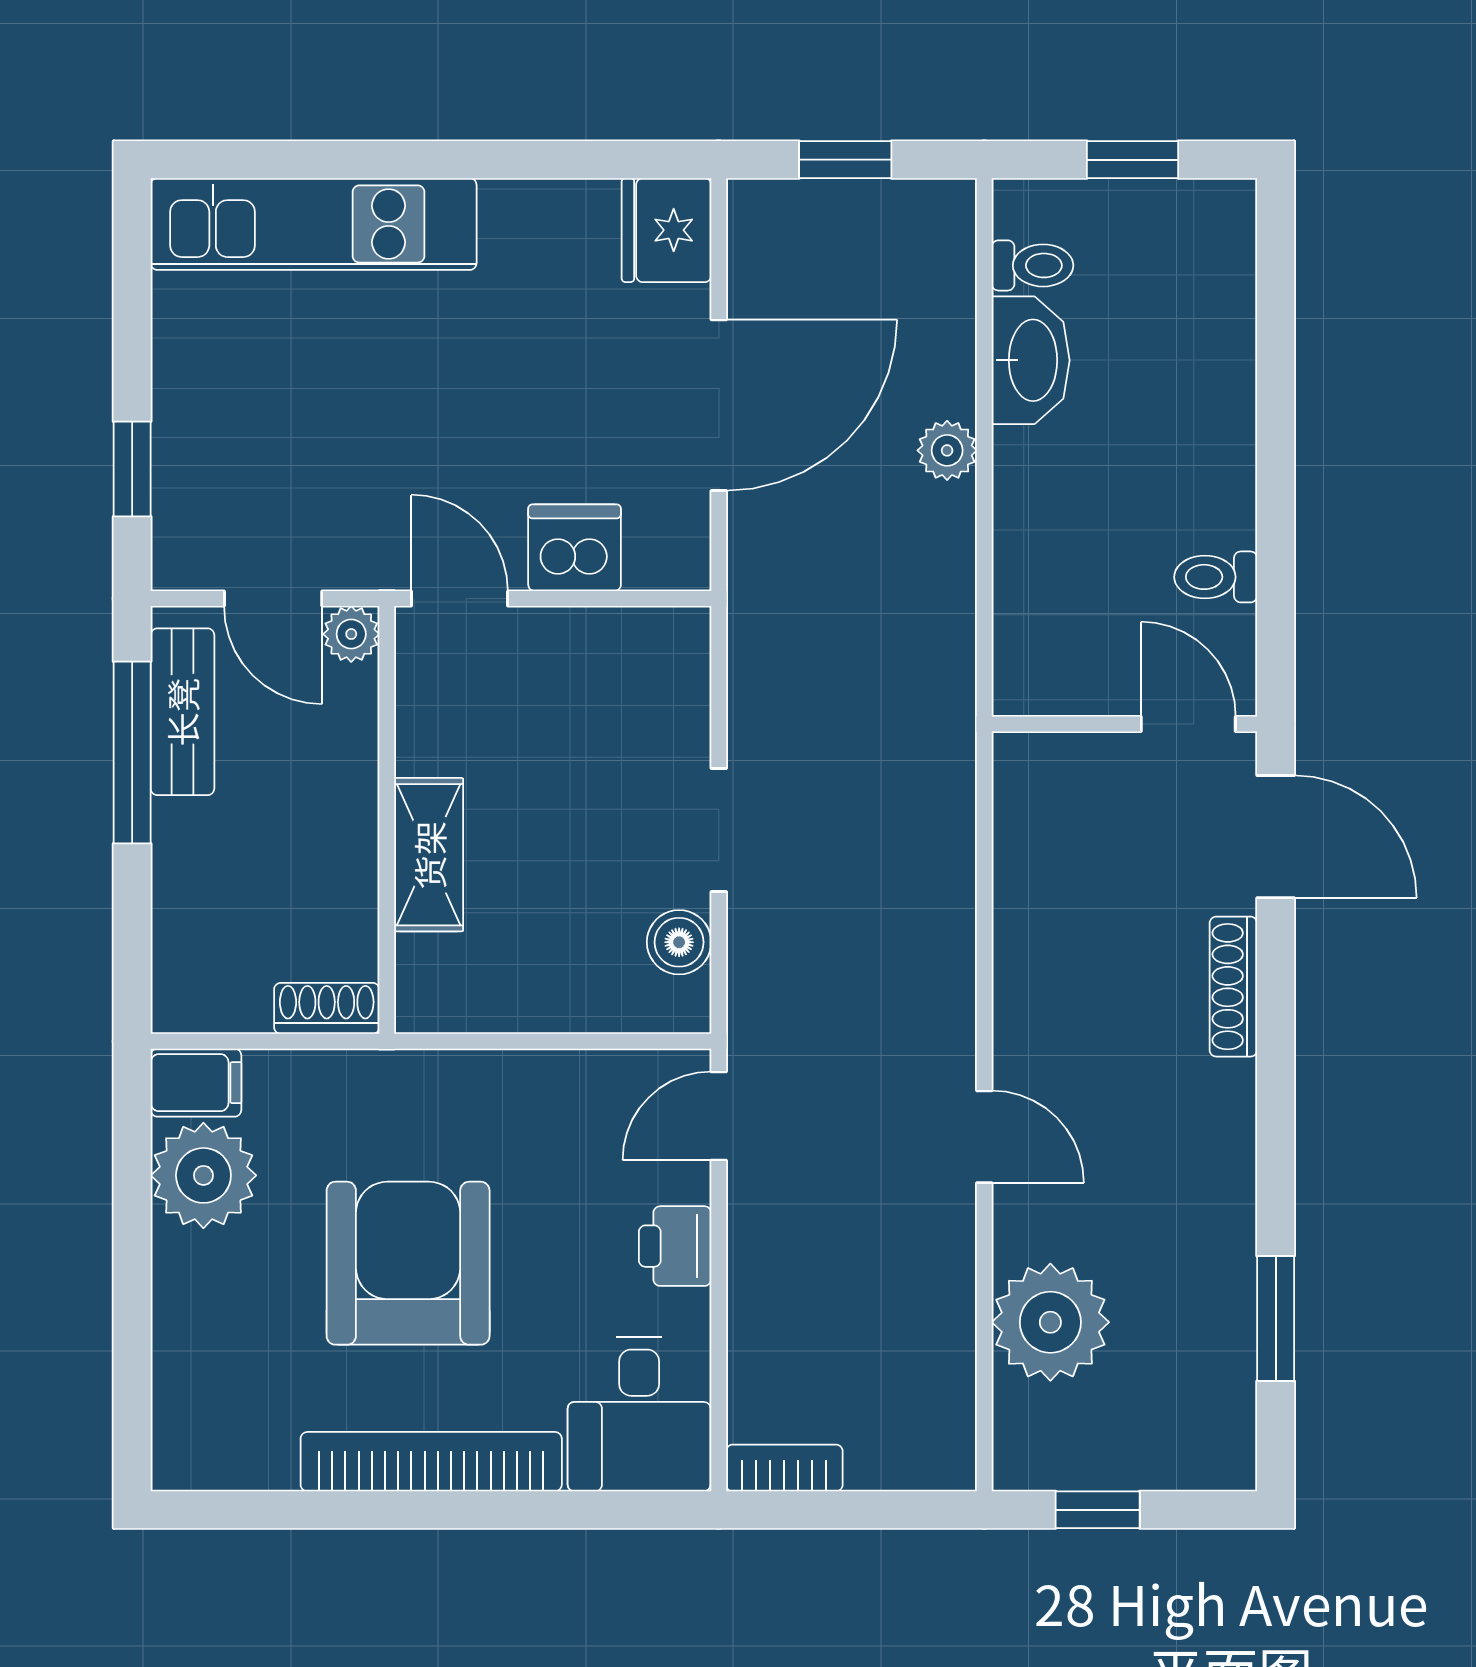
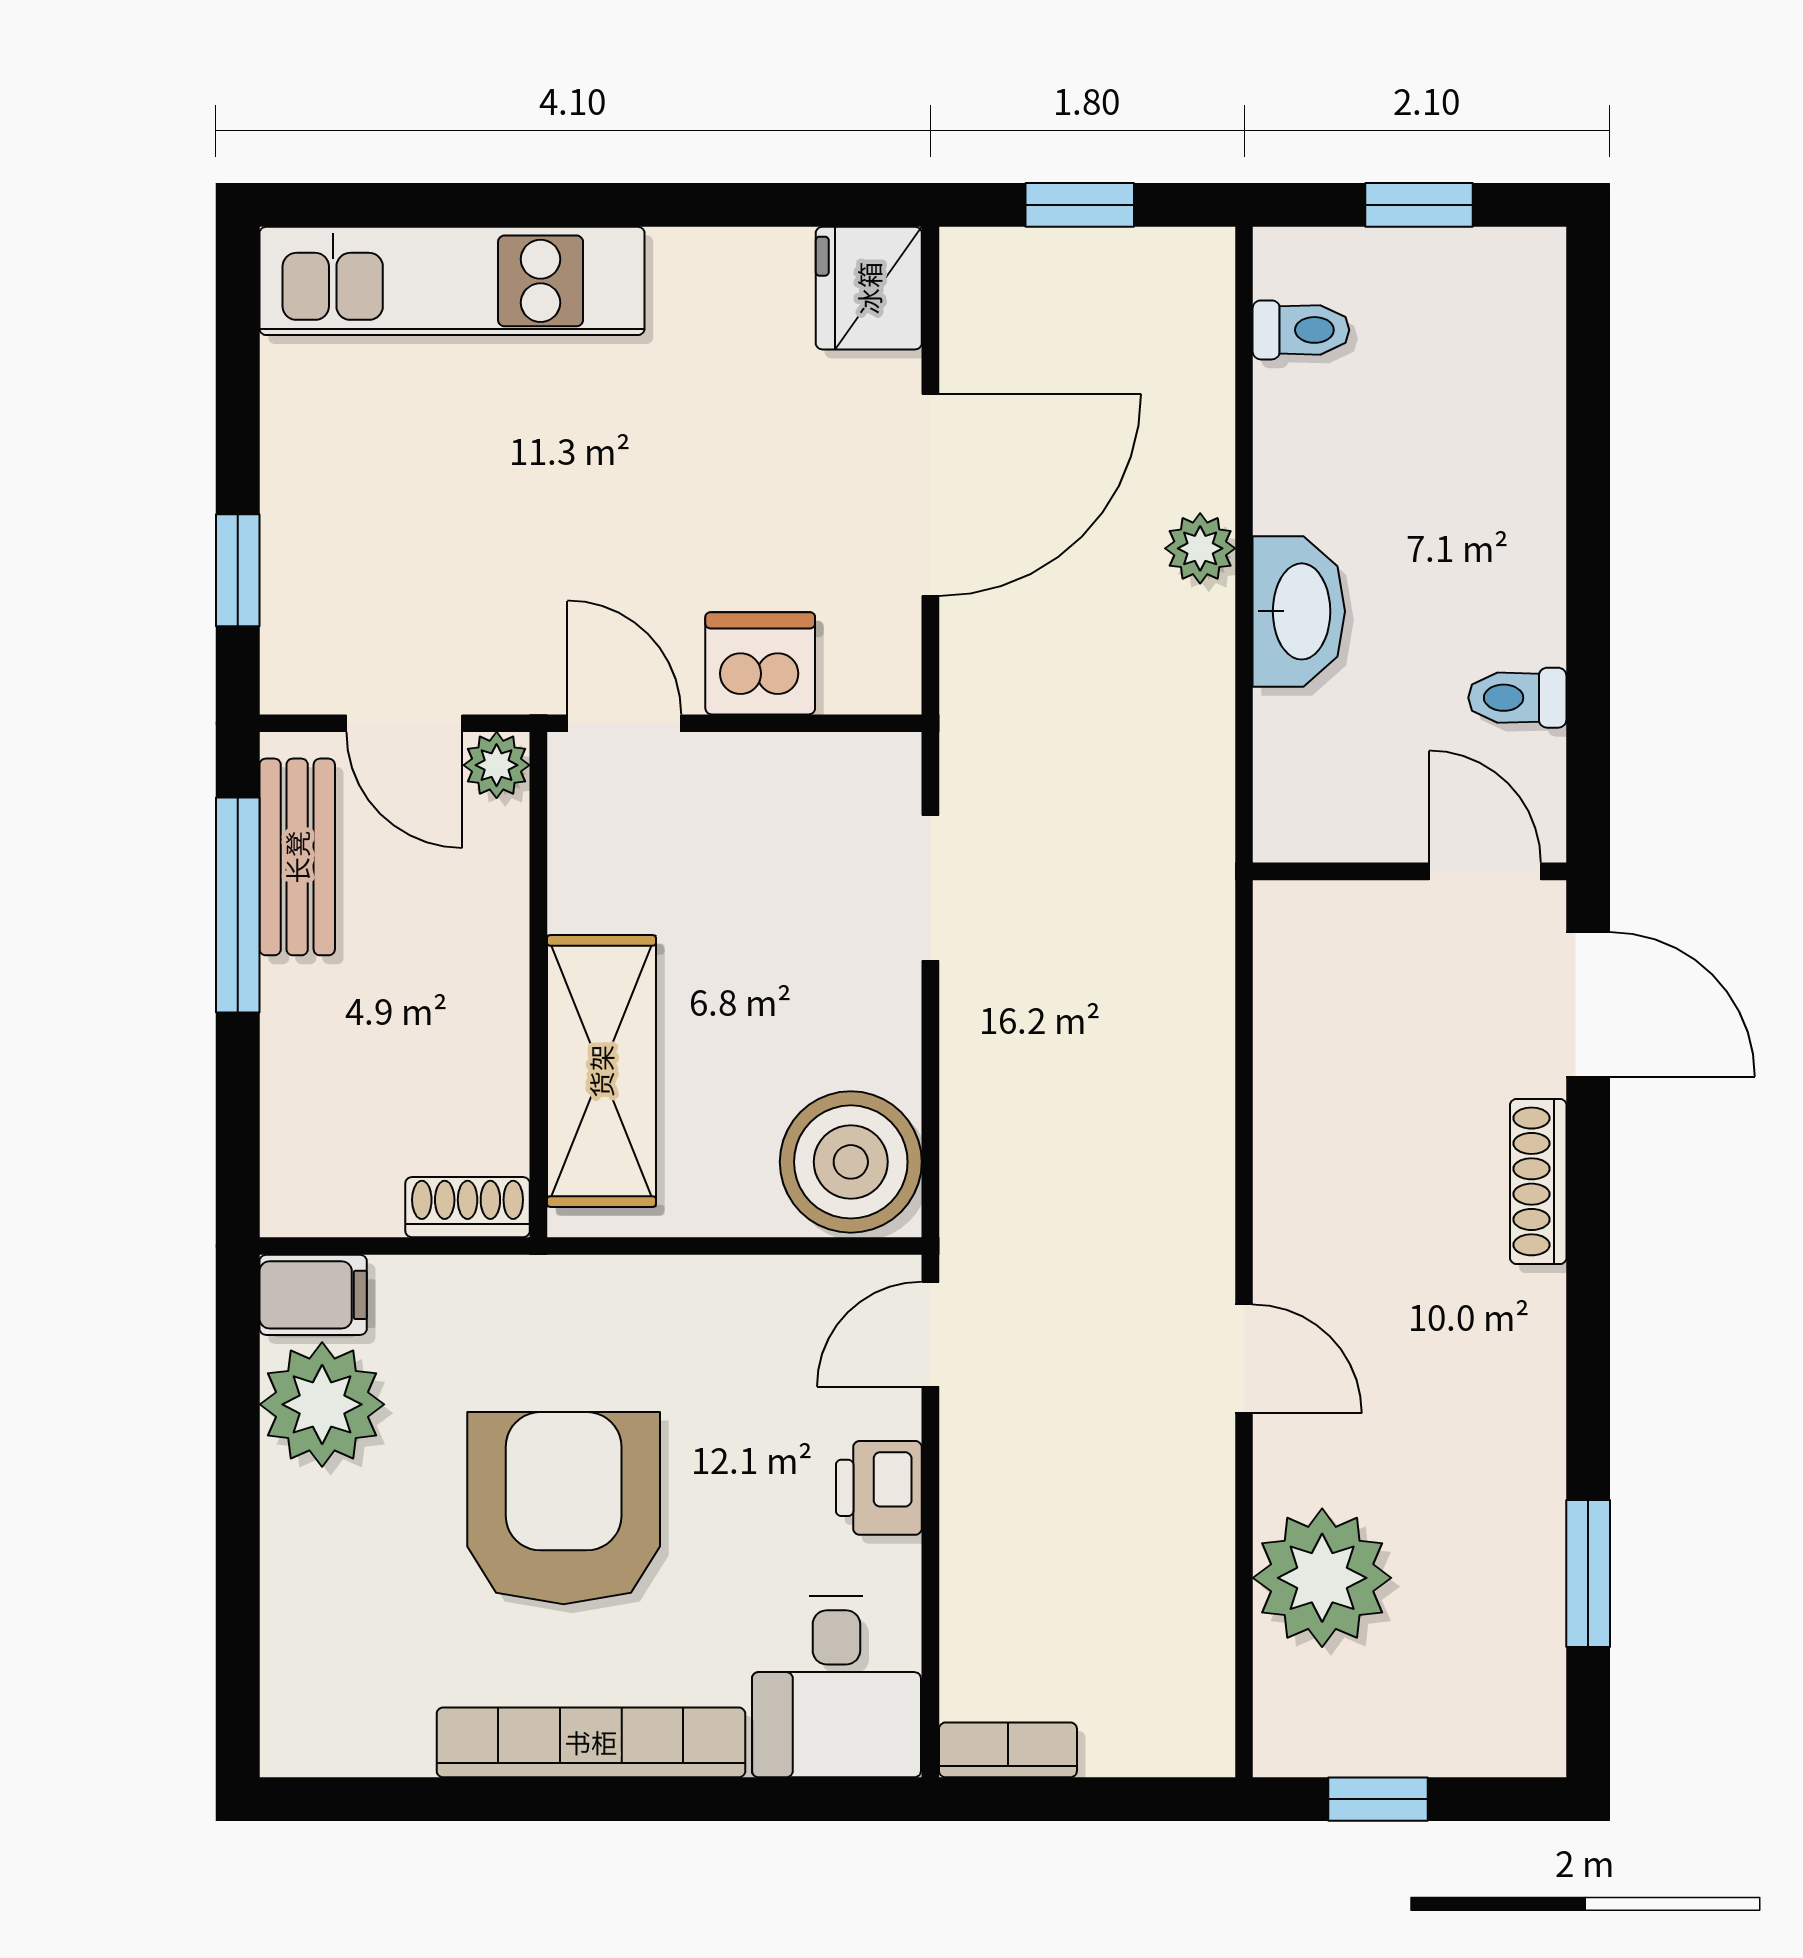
washbasin: (1031, 360) -> (1299, 611), moved
doorway: (719, 830) -> (930, 888), moved
shelving: (429, 855) -> (601, 1071), width x1.50, depth x1.33
boiler: (679, 942) -> (851, 1162), width x1.86, depth x1.86

